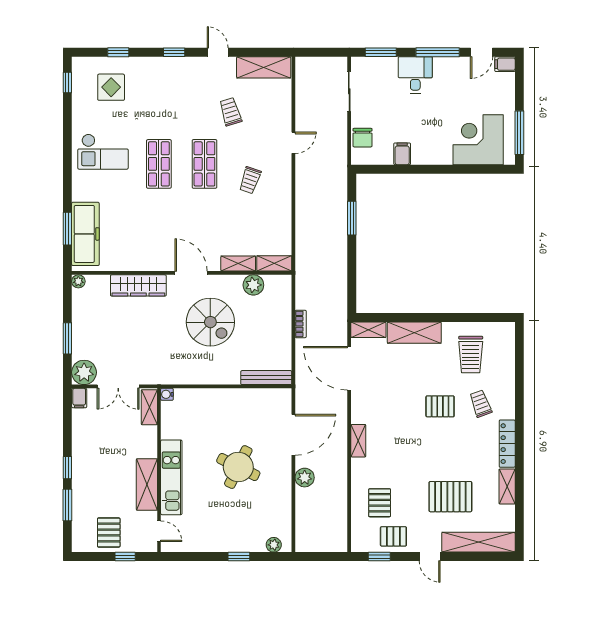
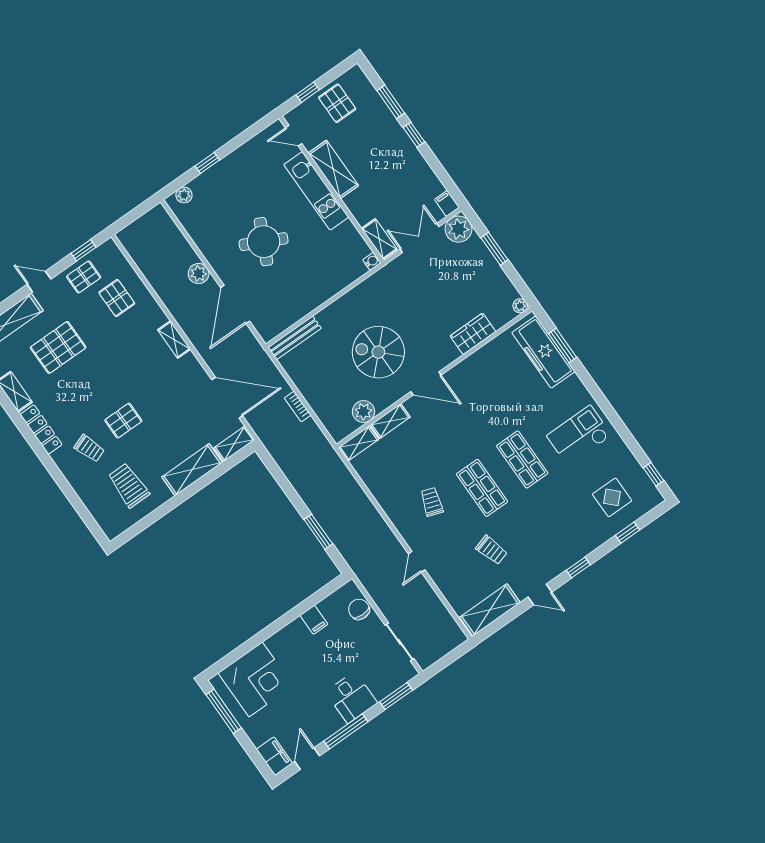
filing cabinet: (505, 64) -> (274, 756), width x2.00
wardrobe: (138, 285) -> (473, 334), width x0.67

